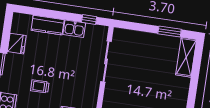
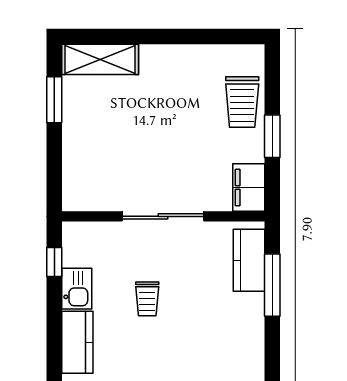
sliding door: (106, 61) -> (163, 216), moved
trolley: (40, 86) -> (147, 299), moved

